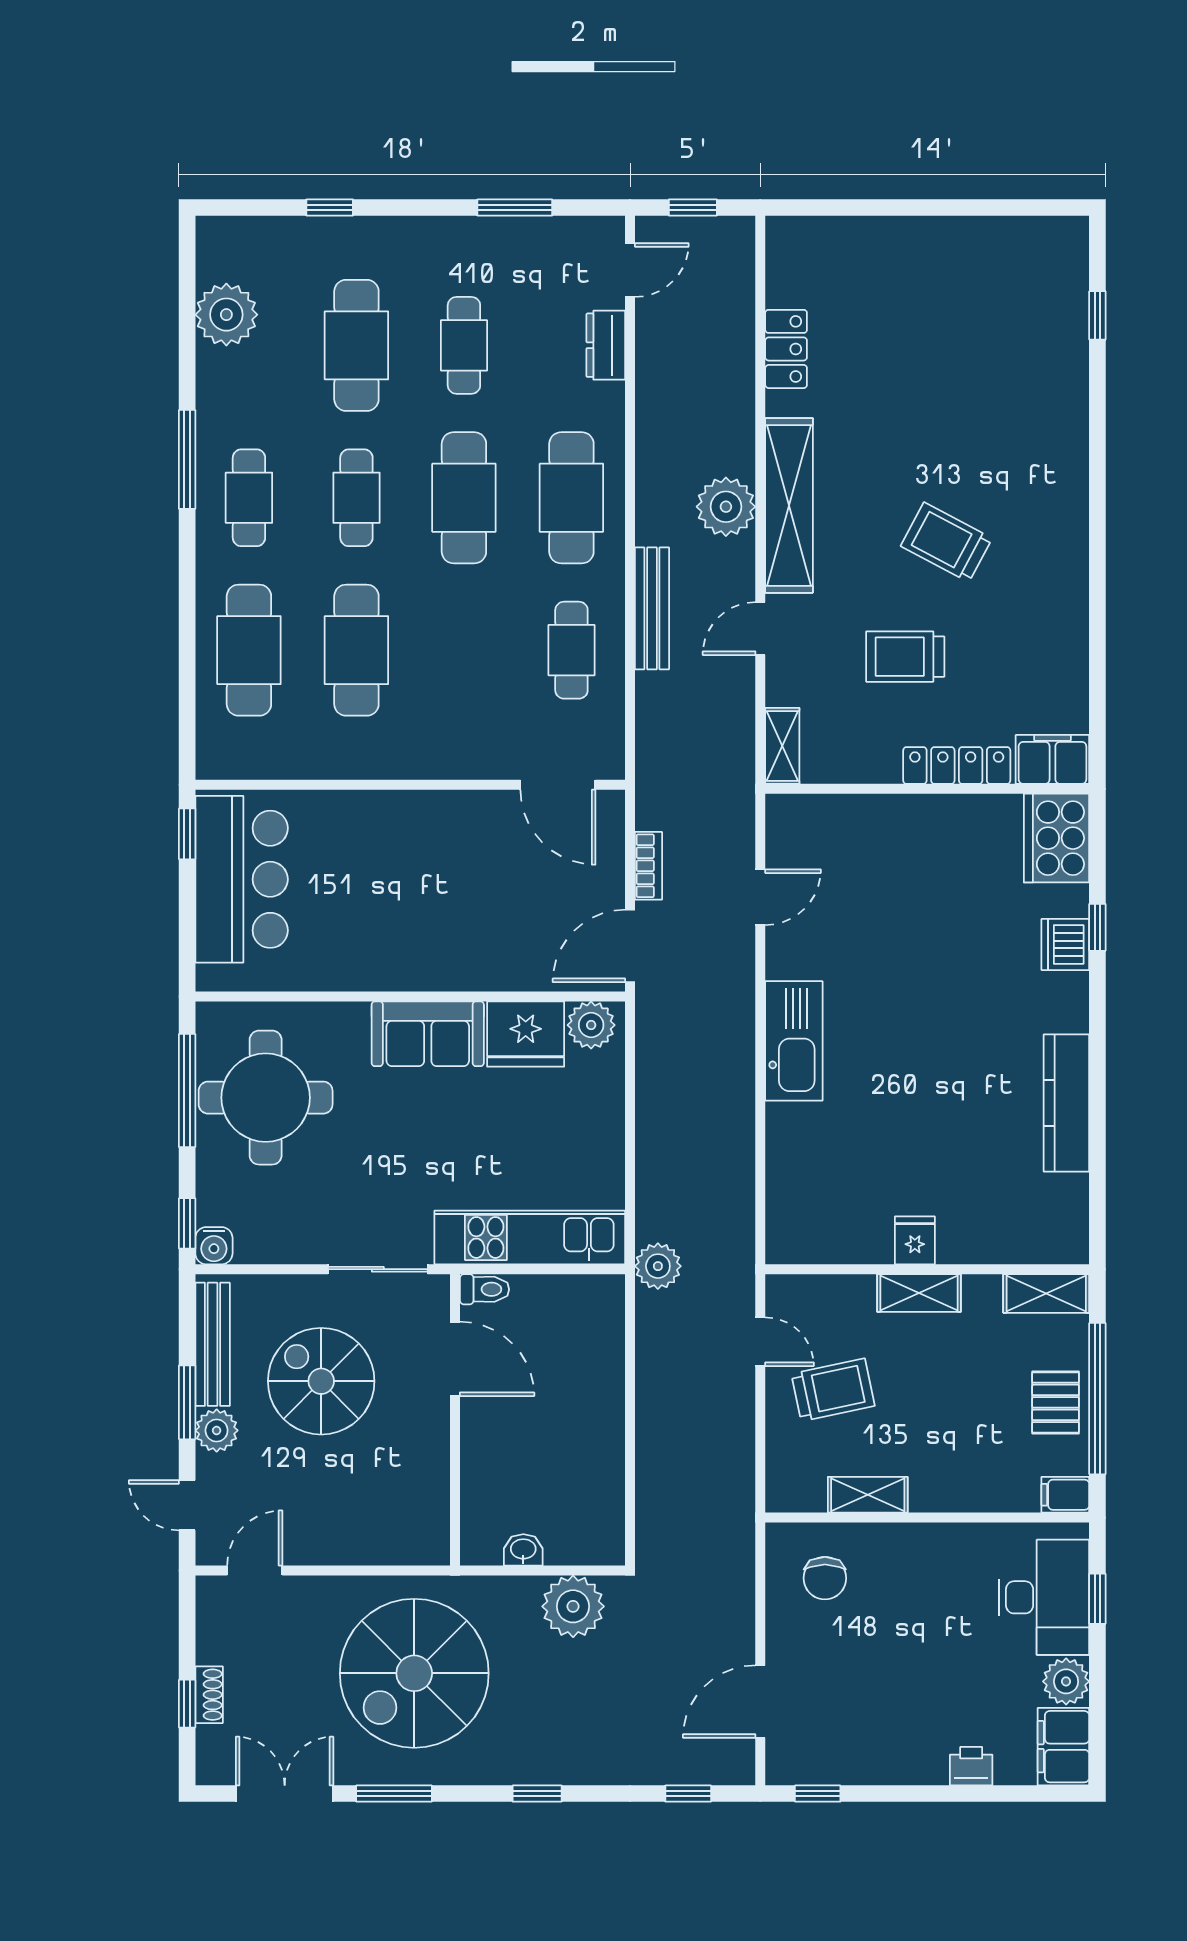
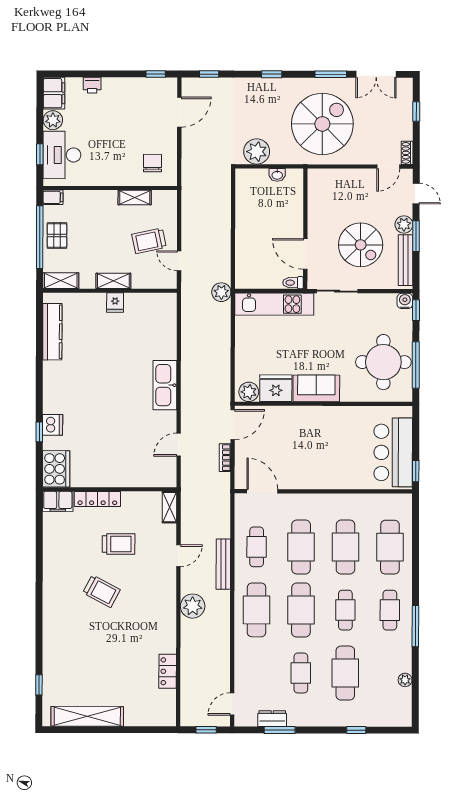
plant: (226, 315) -> (405, 680), width x0.53, depth x0.53
dresser: (606, 345) -> (272, 719), moved, turned -90
shelving: (789, 505) -> (87, 716), moved, turned 90
cafe table: (464, 650) -> (301, 547), added
kitchen counter: (1066, 1103) -> (52, 332), moved
shoe rack: (209, 1695) -> (407, 153), moved

